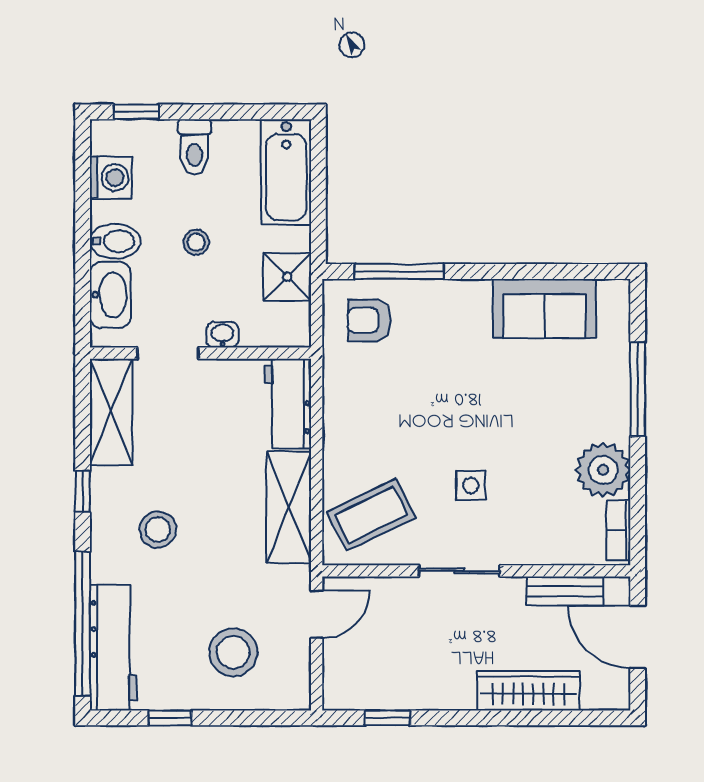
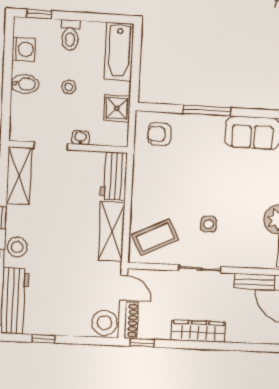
window: (399, 272) -> (207, 110), moved
washbasin: (110, 295) -> (21, 113), removed
stool: (158, 530) -> (17, 247), moved
door: (317, 614) -> (124, 288), hinge flipped
stool: (233, 652) -> (104, 323), moved
shoe rack: (334, 676) -> (131, 320), added
wardrobe: (528, 691) -> (198, 331), moved
window: (388, 718) -> (142, 343), moved

